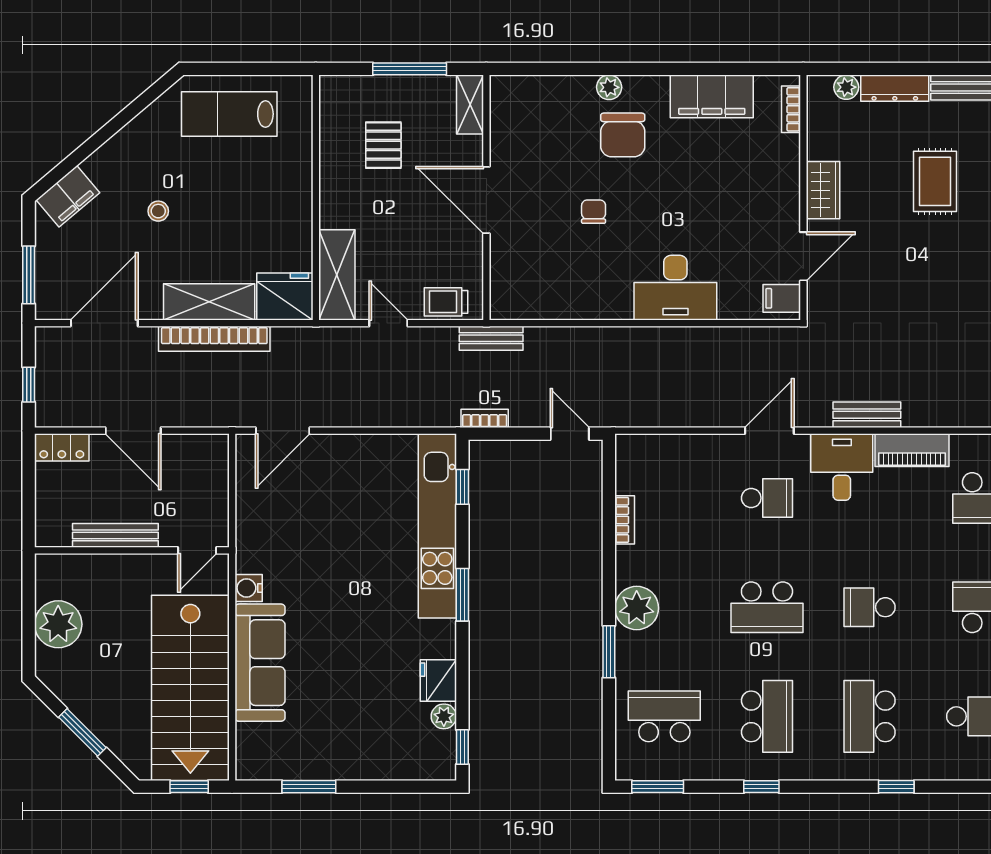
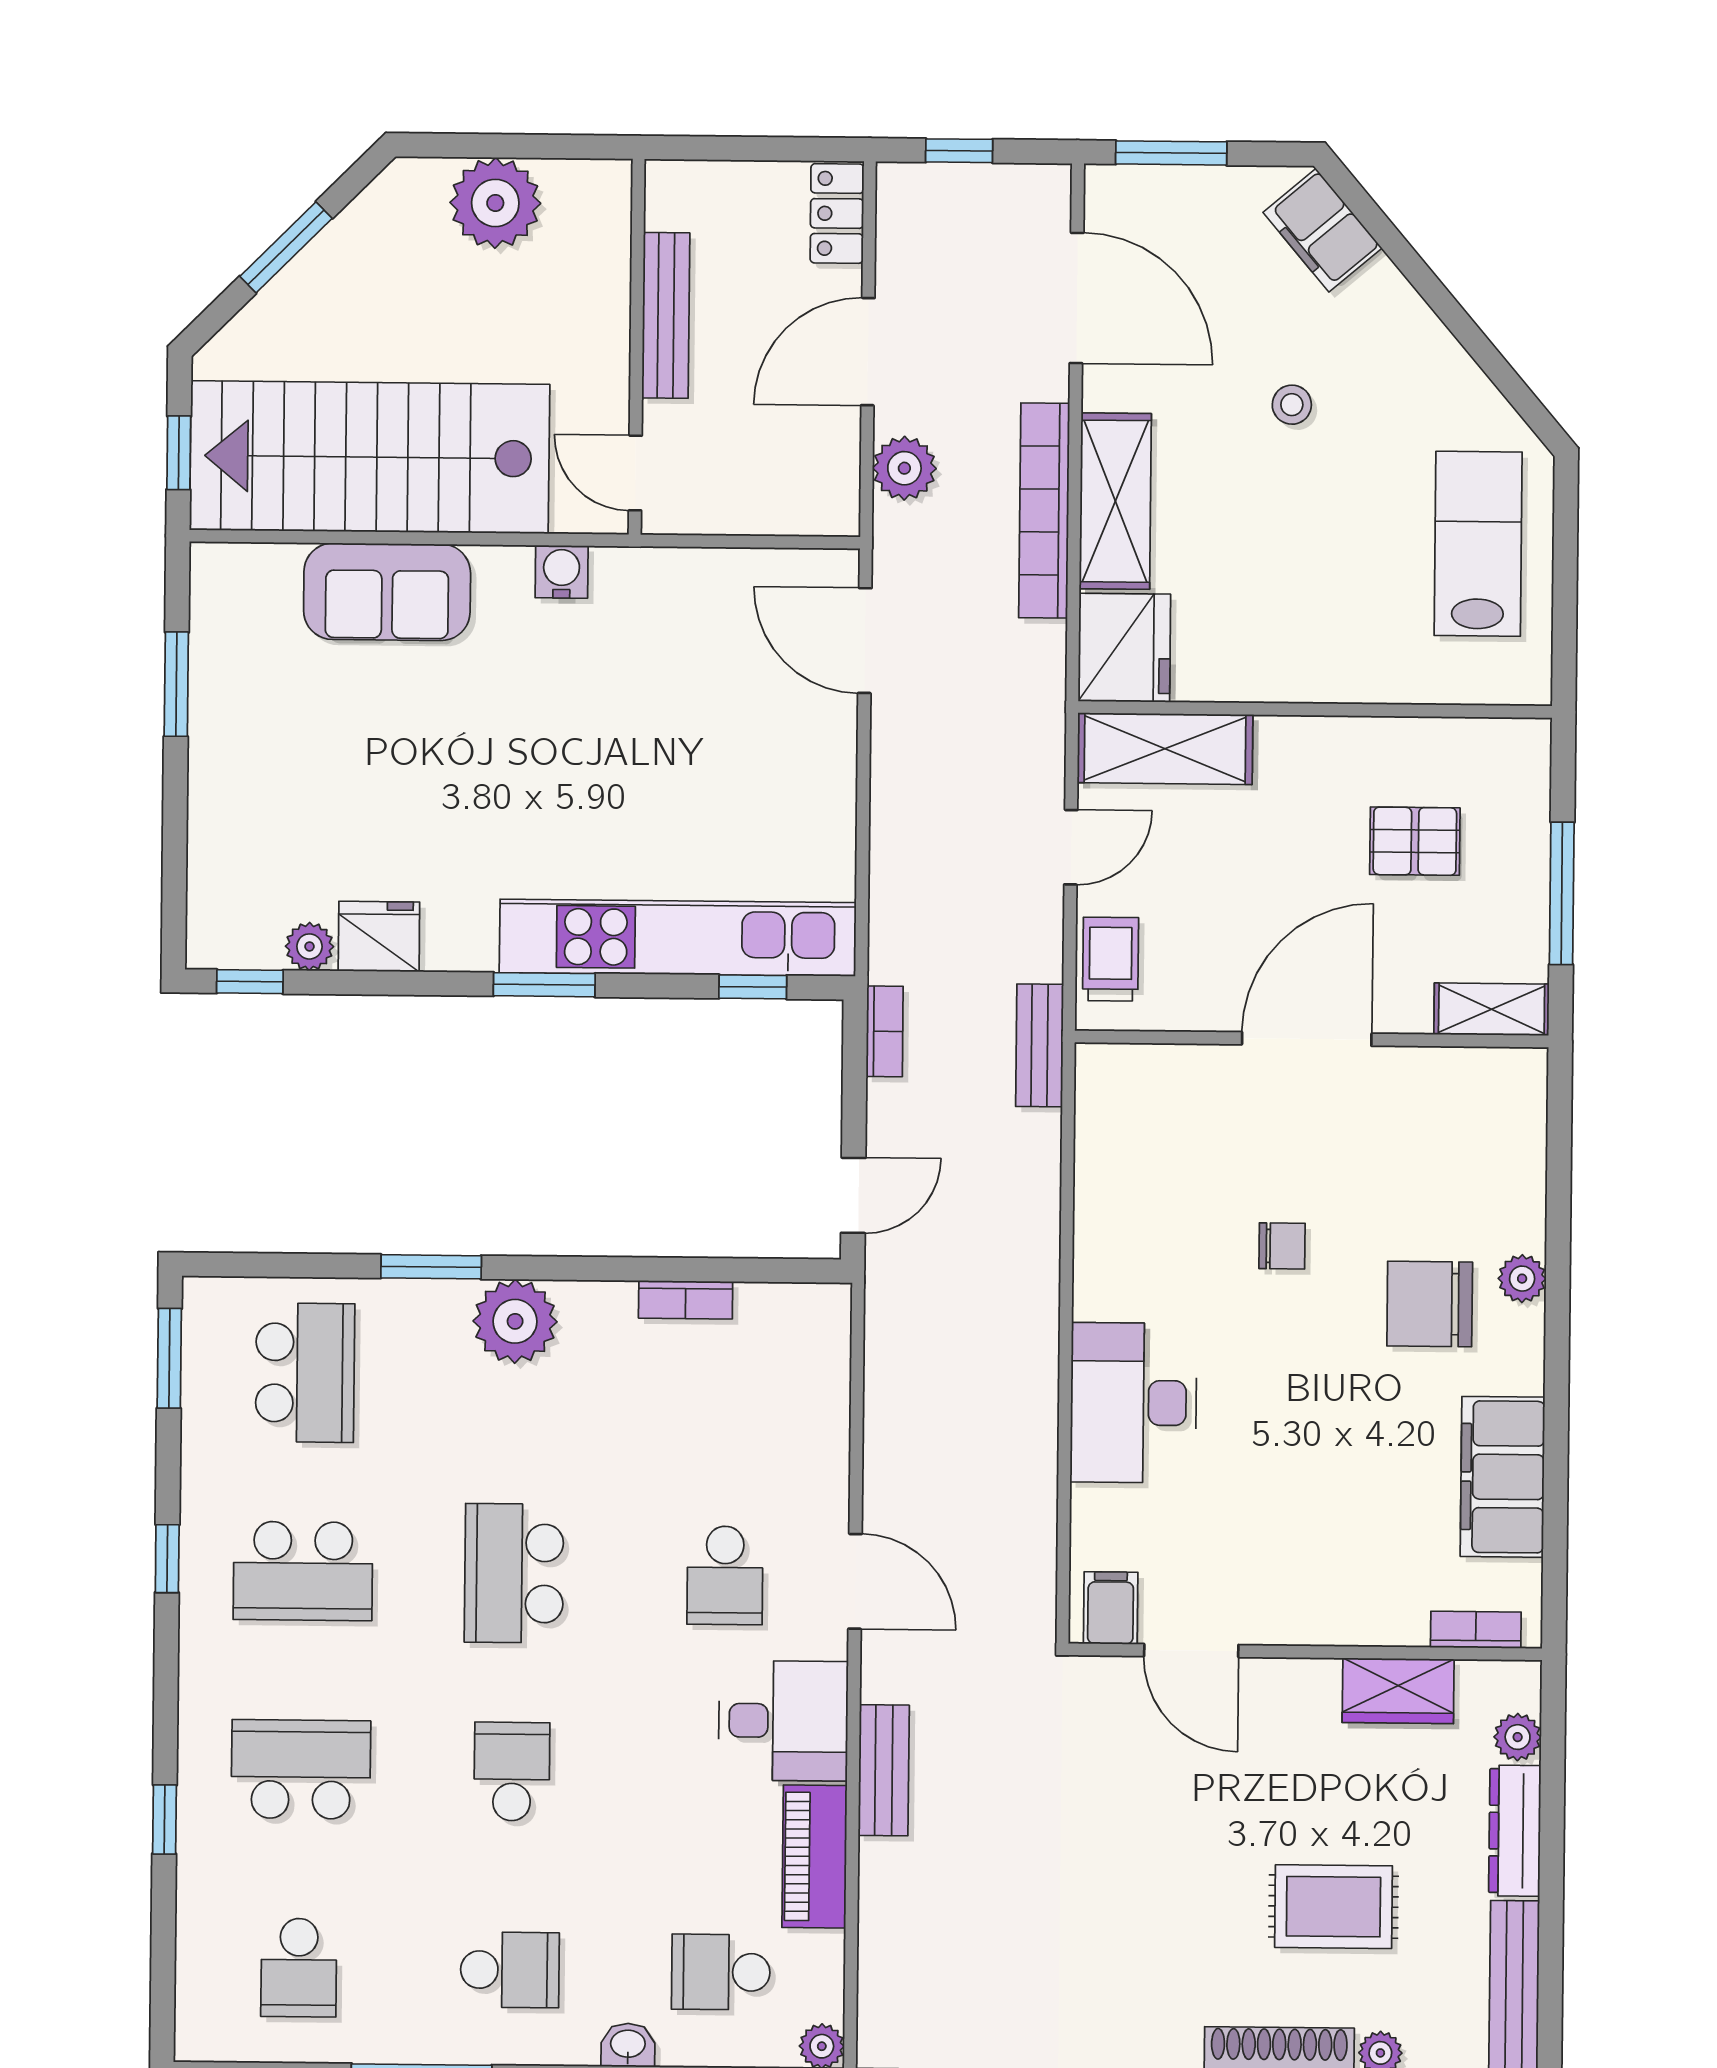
wardrobe: (823, 190) -> (1398, 1691), moved
plant: (193, 411) -> (904, 468), added
sofa: (260, 663) -> (387, 592), width x0.73

